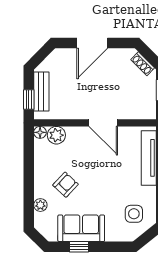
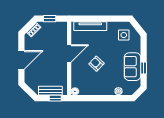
door: (92, 43) -> (21, 60), hinge flipped
plant: (56, 135) -> (77, 82), removed
armchair: (65, 185) -> (96, 64), moved

